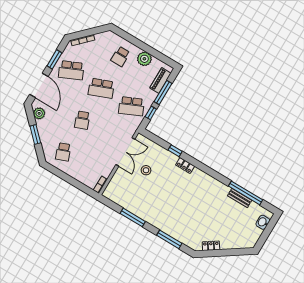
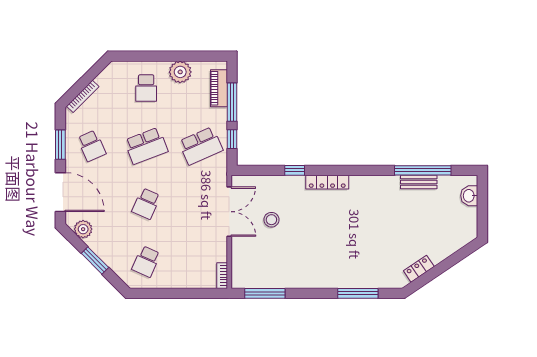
school desk: (71, 70) -> (92, 146), width x0.54
school desk: (82, 120) -> (146, 204), turned 45
school desk: (63, 152) -> (146, 261), turned 45
locker: (185, 165) -> (327, 182), width x1.53
window: (133, 217) -> (265, 293), moved

